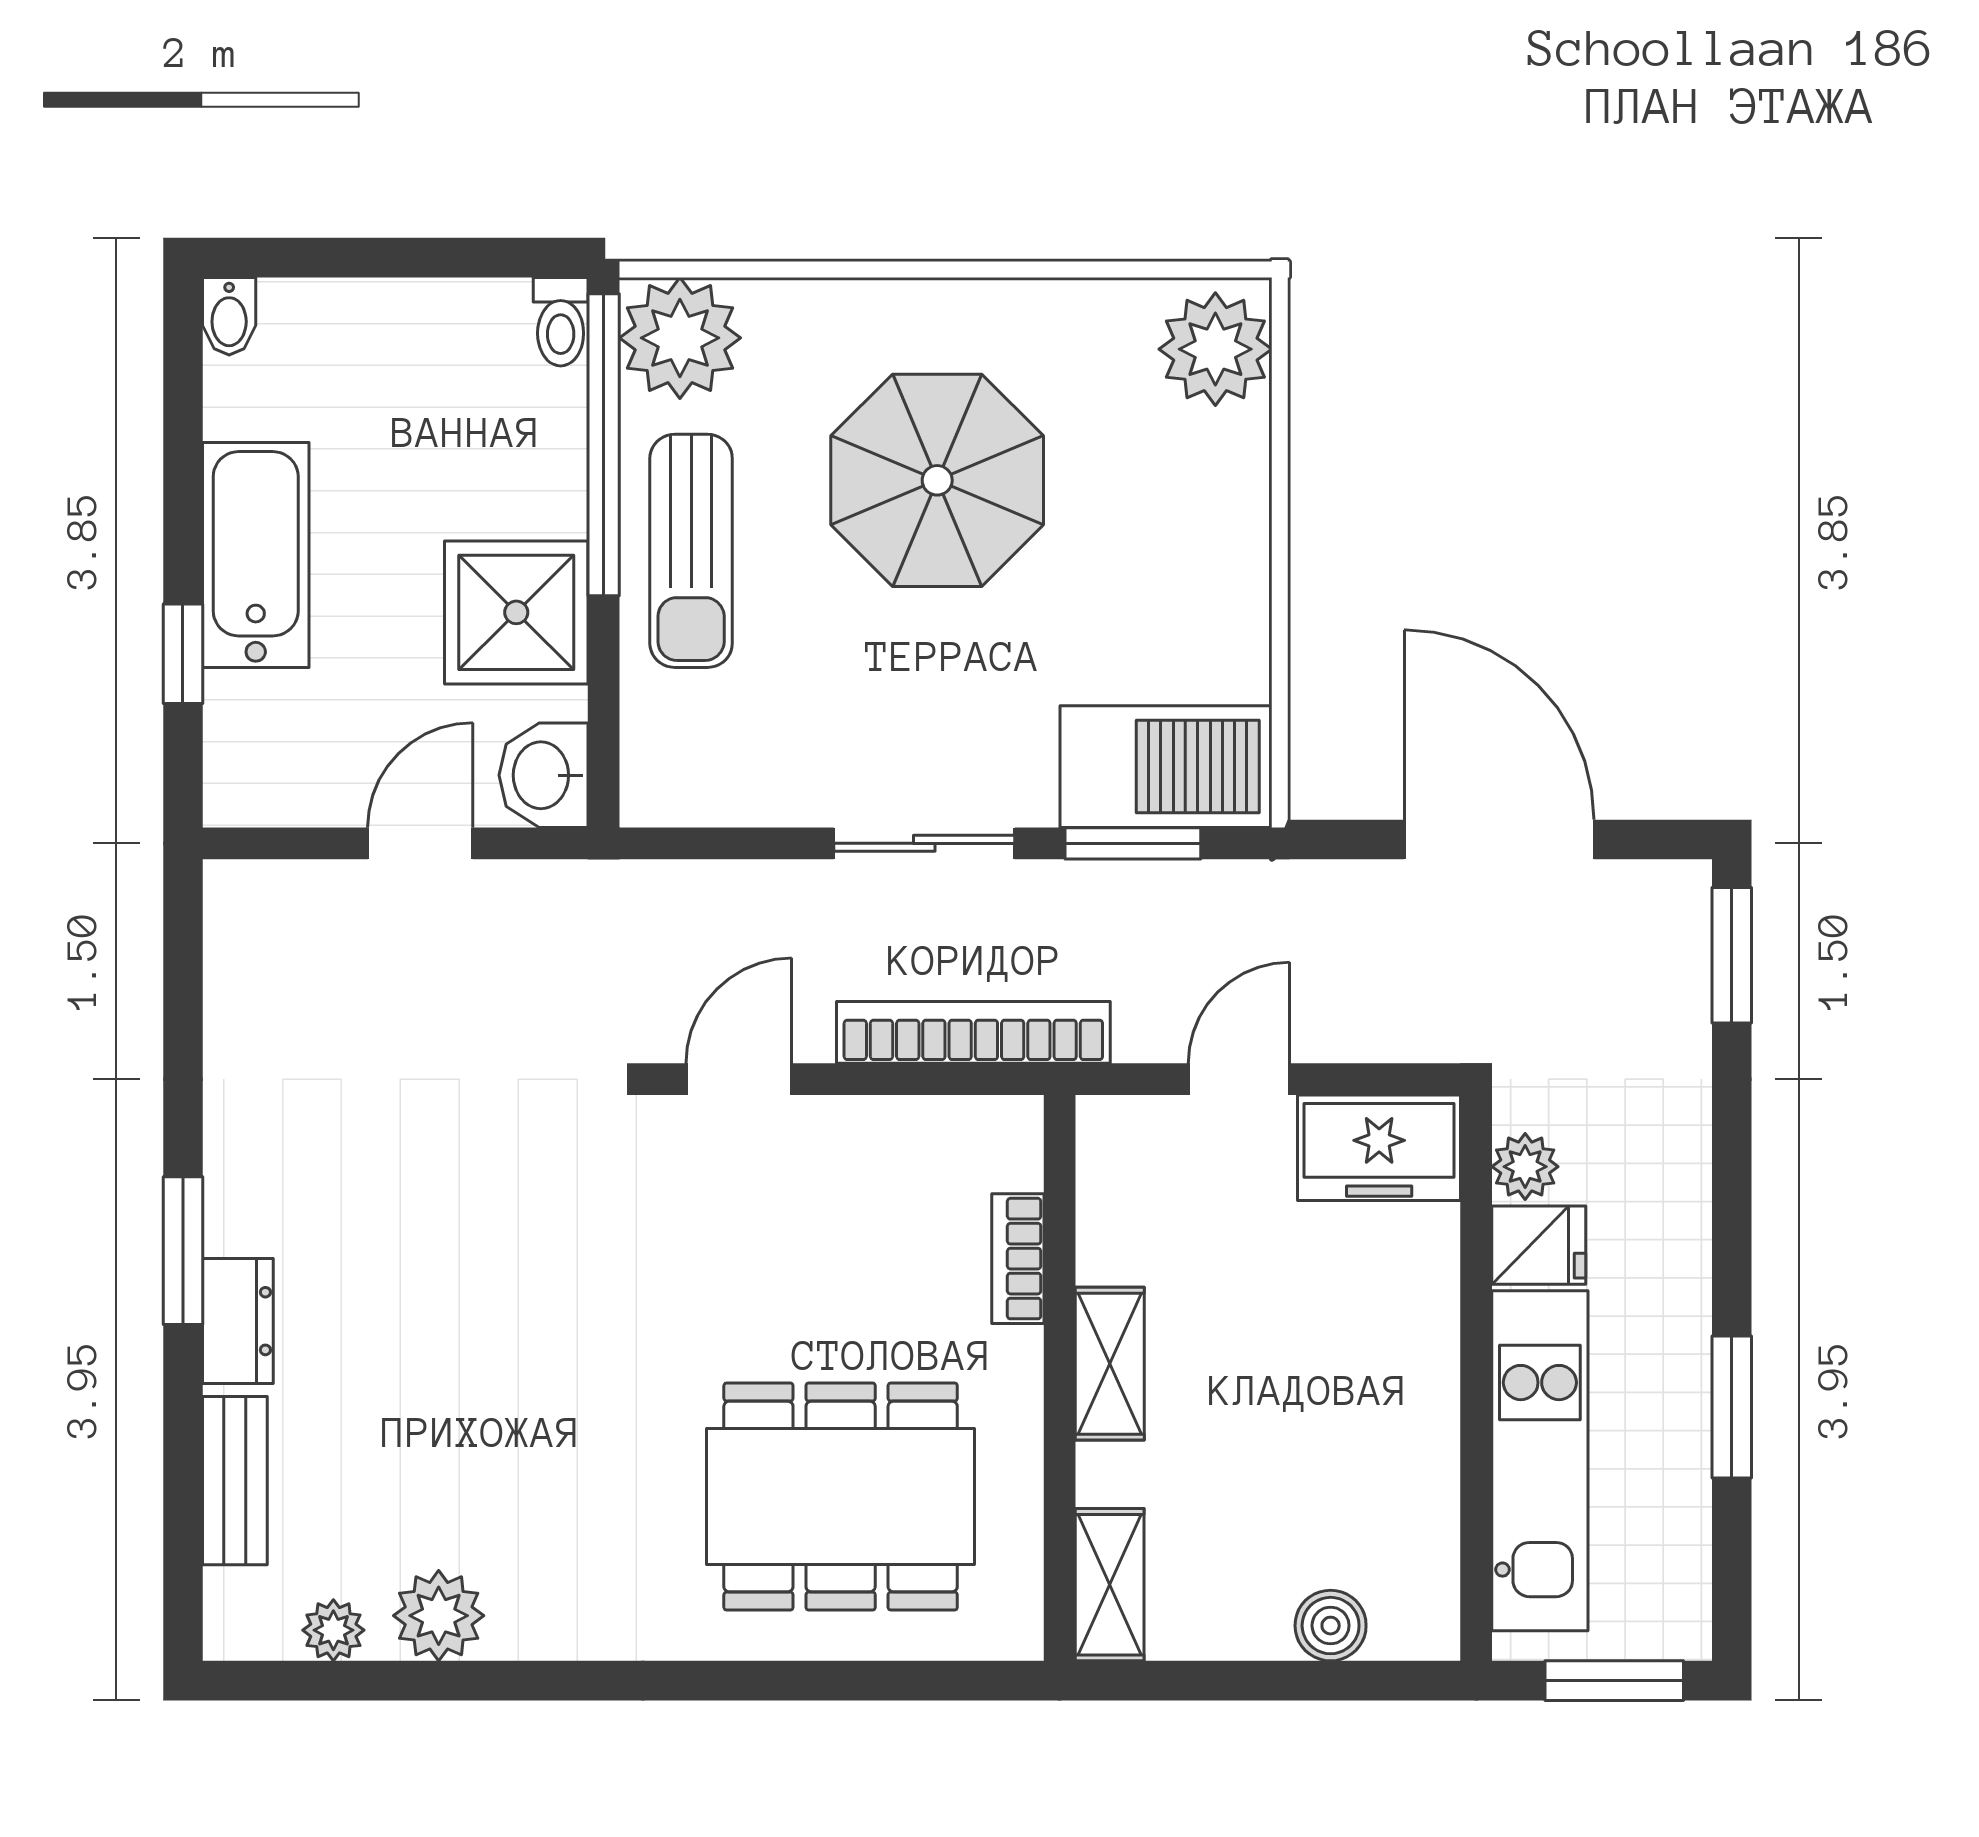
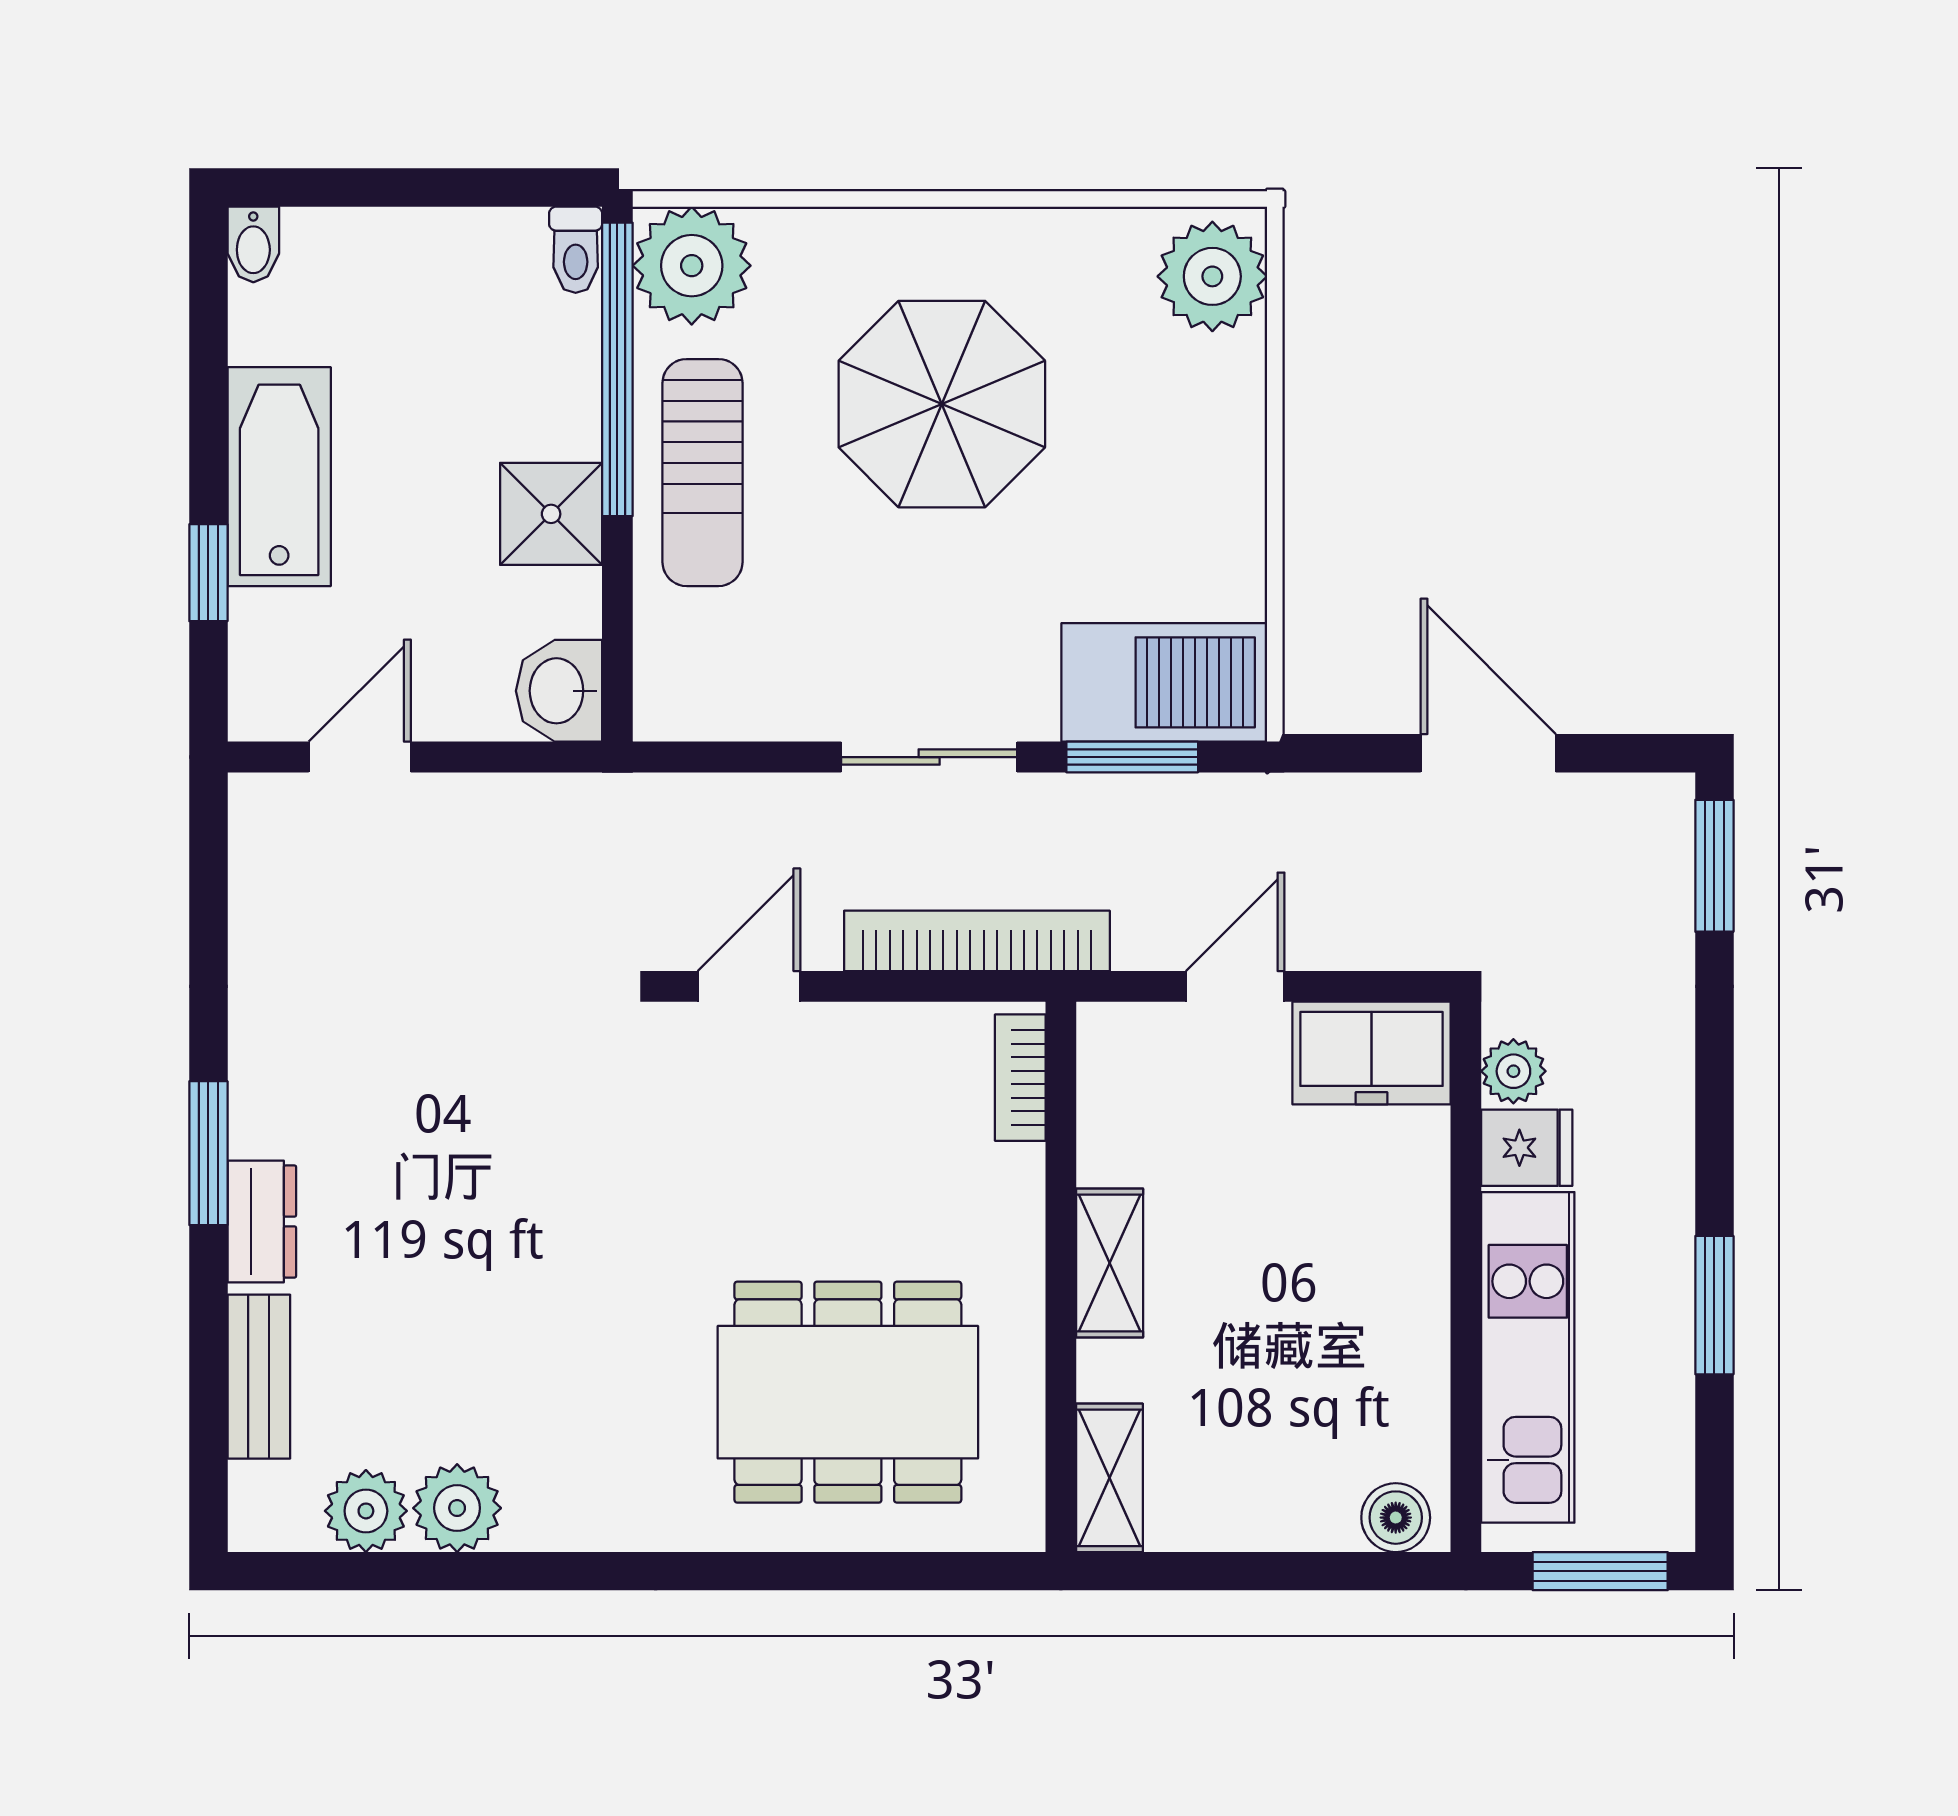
shower: (516, 612) -> (551, 514), width x0.73, depth x0.73
door: (1499, 839) -> (1488, 753), width x0.73
door: (420, 843) -> (360, 757), moved
bookcase: (1018, 1259) -> (1020, 1078), moved
boiler: (1331, 1626) -> (1396, 1518), moved
plant: (333, 1630) -> (366, 1511), width x1.38, depth x1.38

